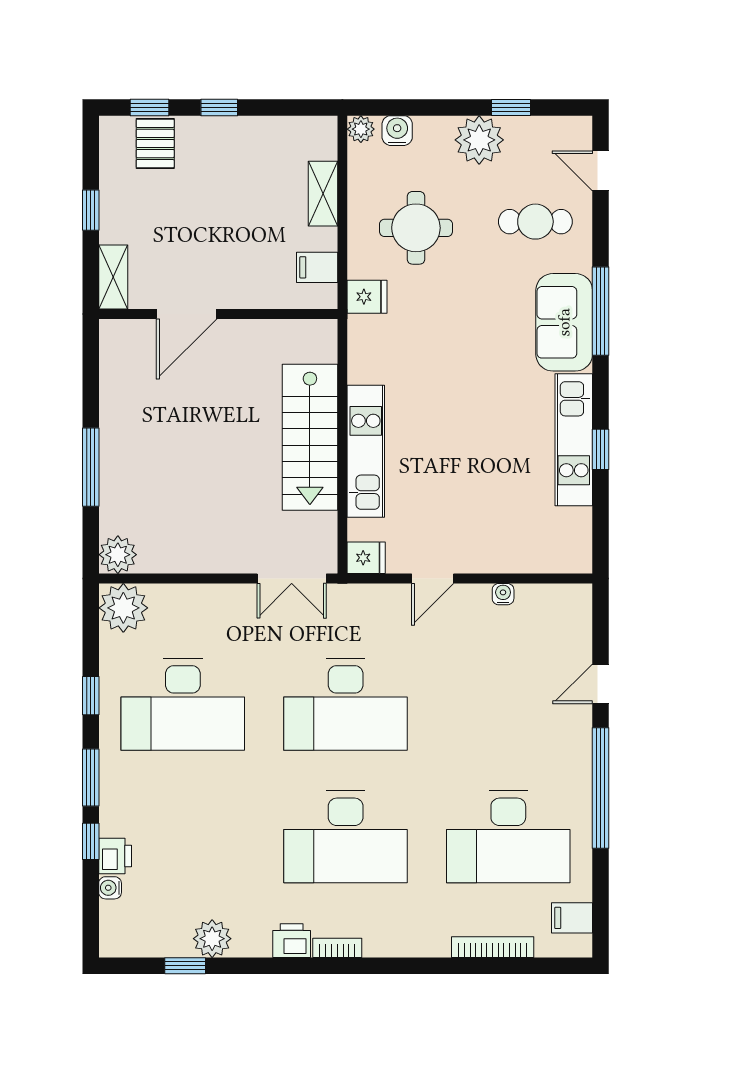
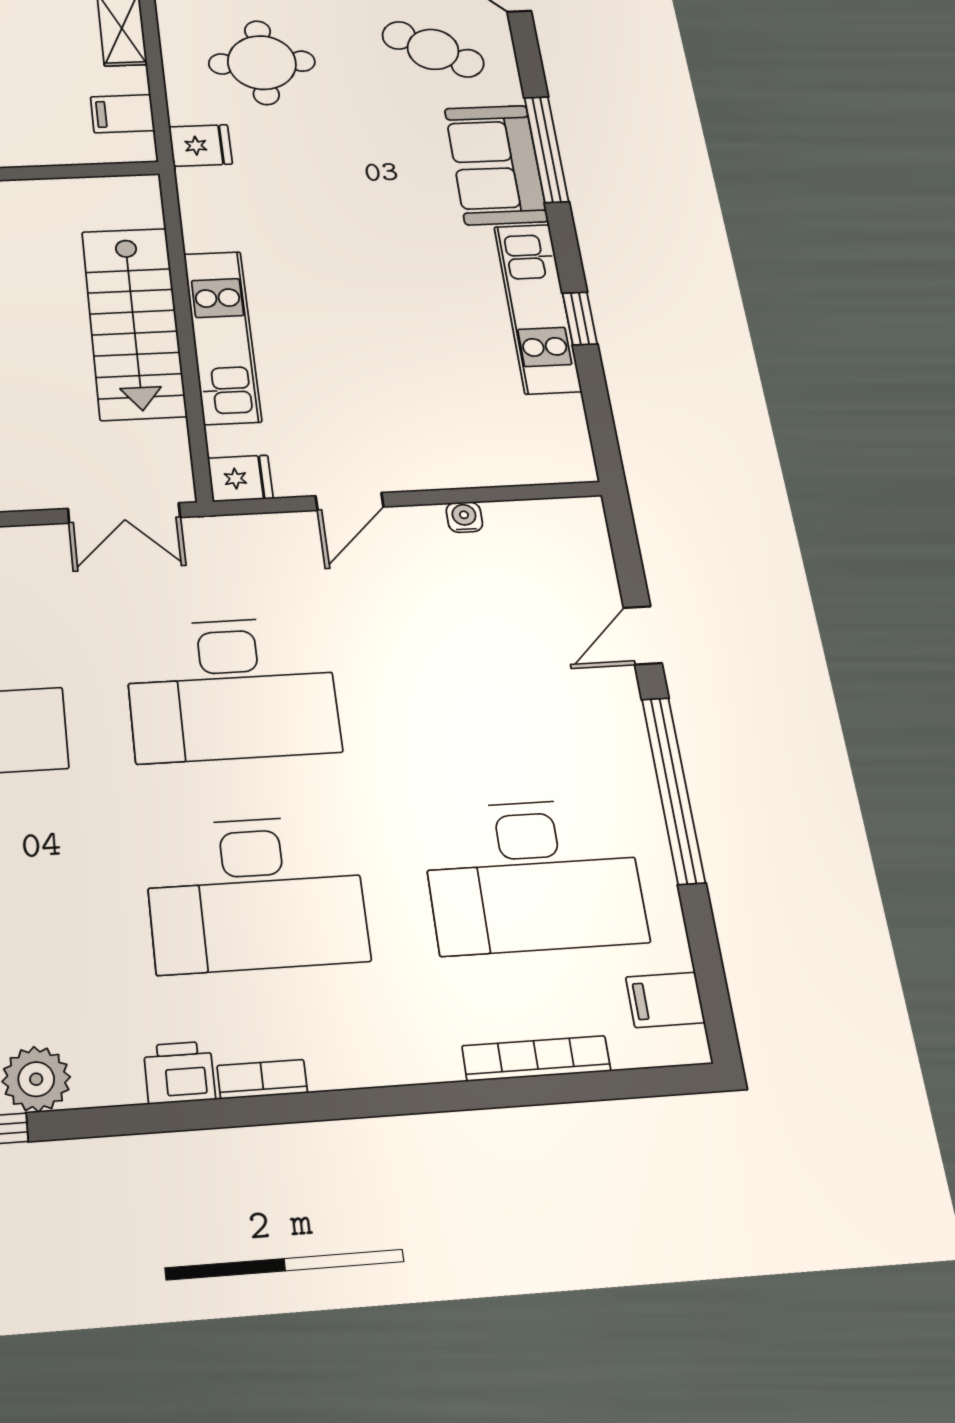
cafe table: (535, 222) -> (433, 49), turned 31

